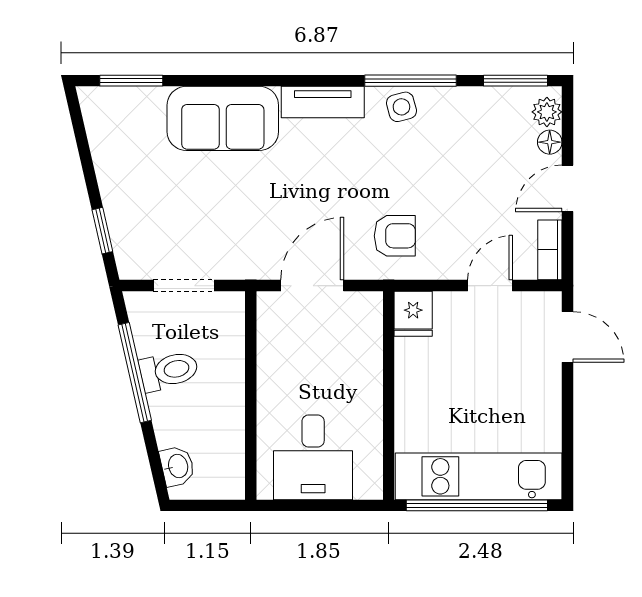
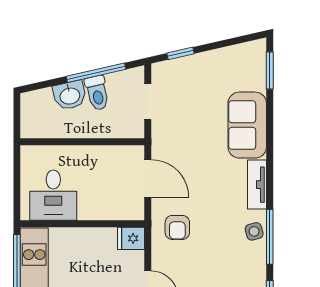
desk: (313, 457) -> (53, 195), moved, turned -90
washbasin: (177, 466) -> (70, 95), moved, width x1.38, depth x1.45

